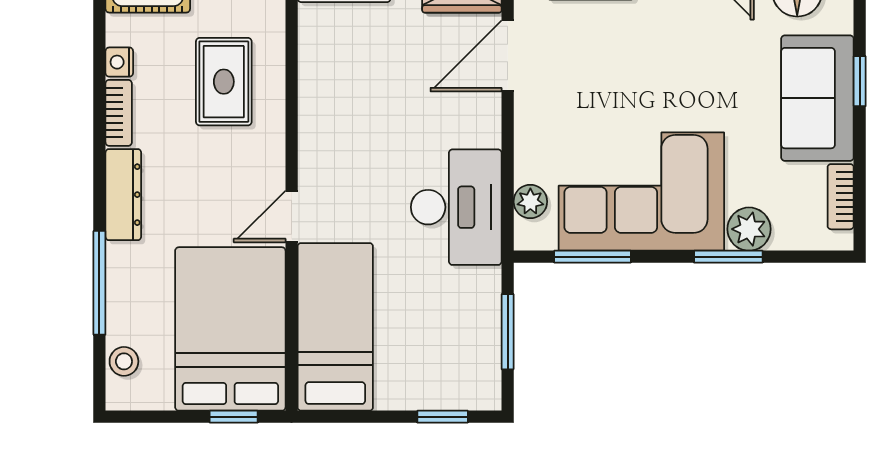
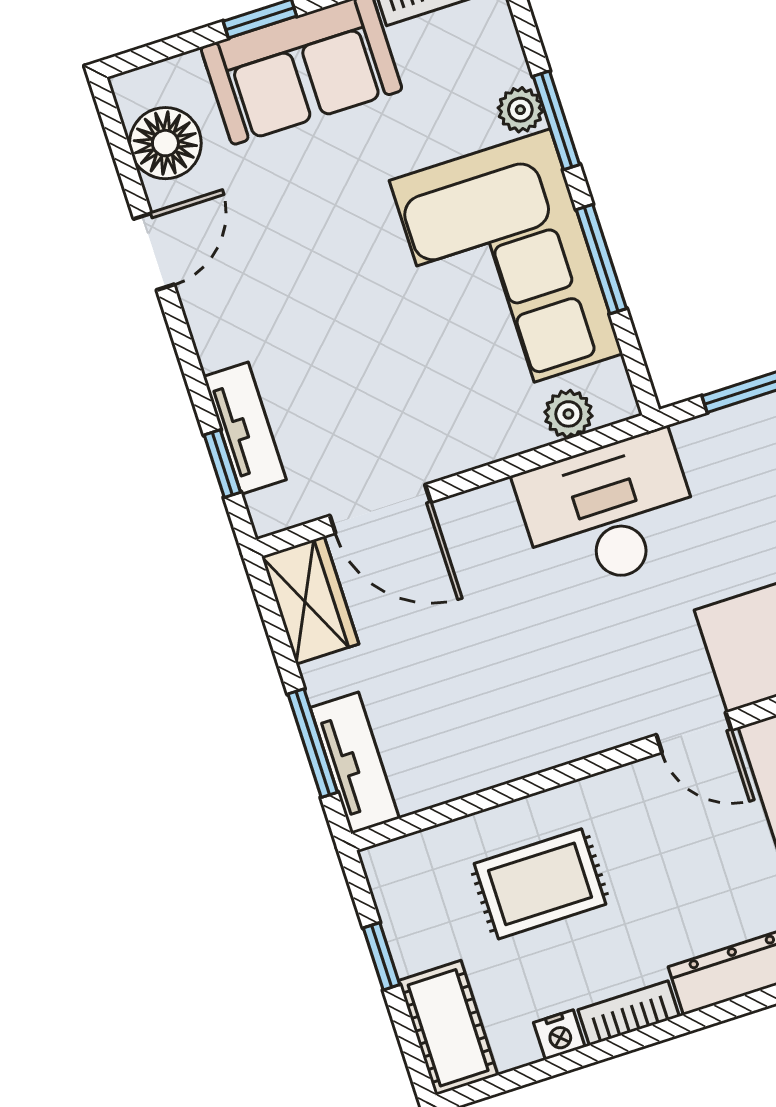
plant: (749, 229) -> (520, 110), width x0.73, depth x0.73
window: (593, 257) -> (601, 259), moved

